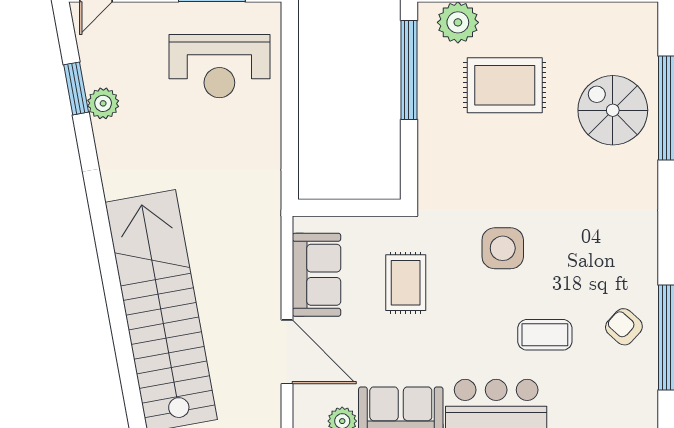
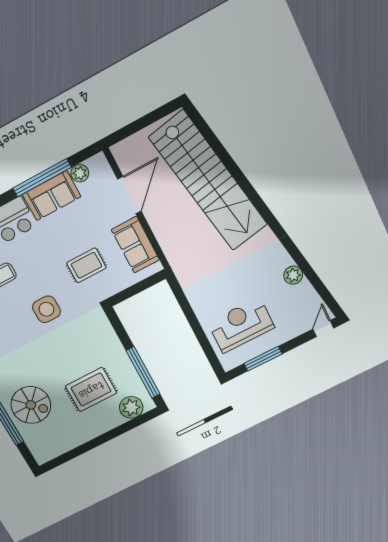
window: (76, 88) -> (311, 275), removed
rug: (406, 283) -> (86, 265), turned 90
door: (287, 352) -> (129, 195), swing flipped

